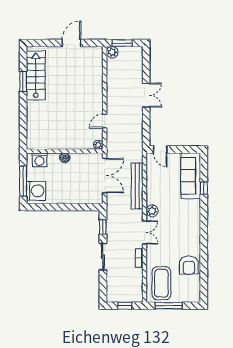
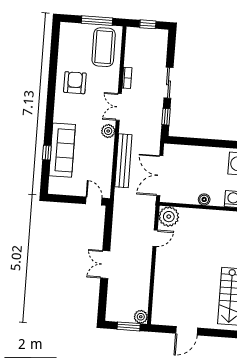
plant: (98, 145) -> (169, 217), width x1.88, depth x1.88
sofa: (191, 176) -> (62, 150), moved
armchair: (189, 265) -> (75, 83), moved

